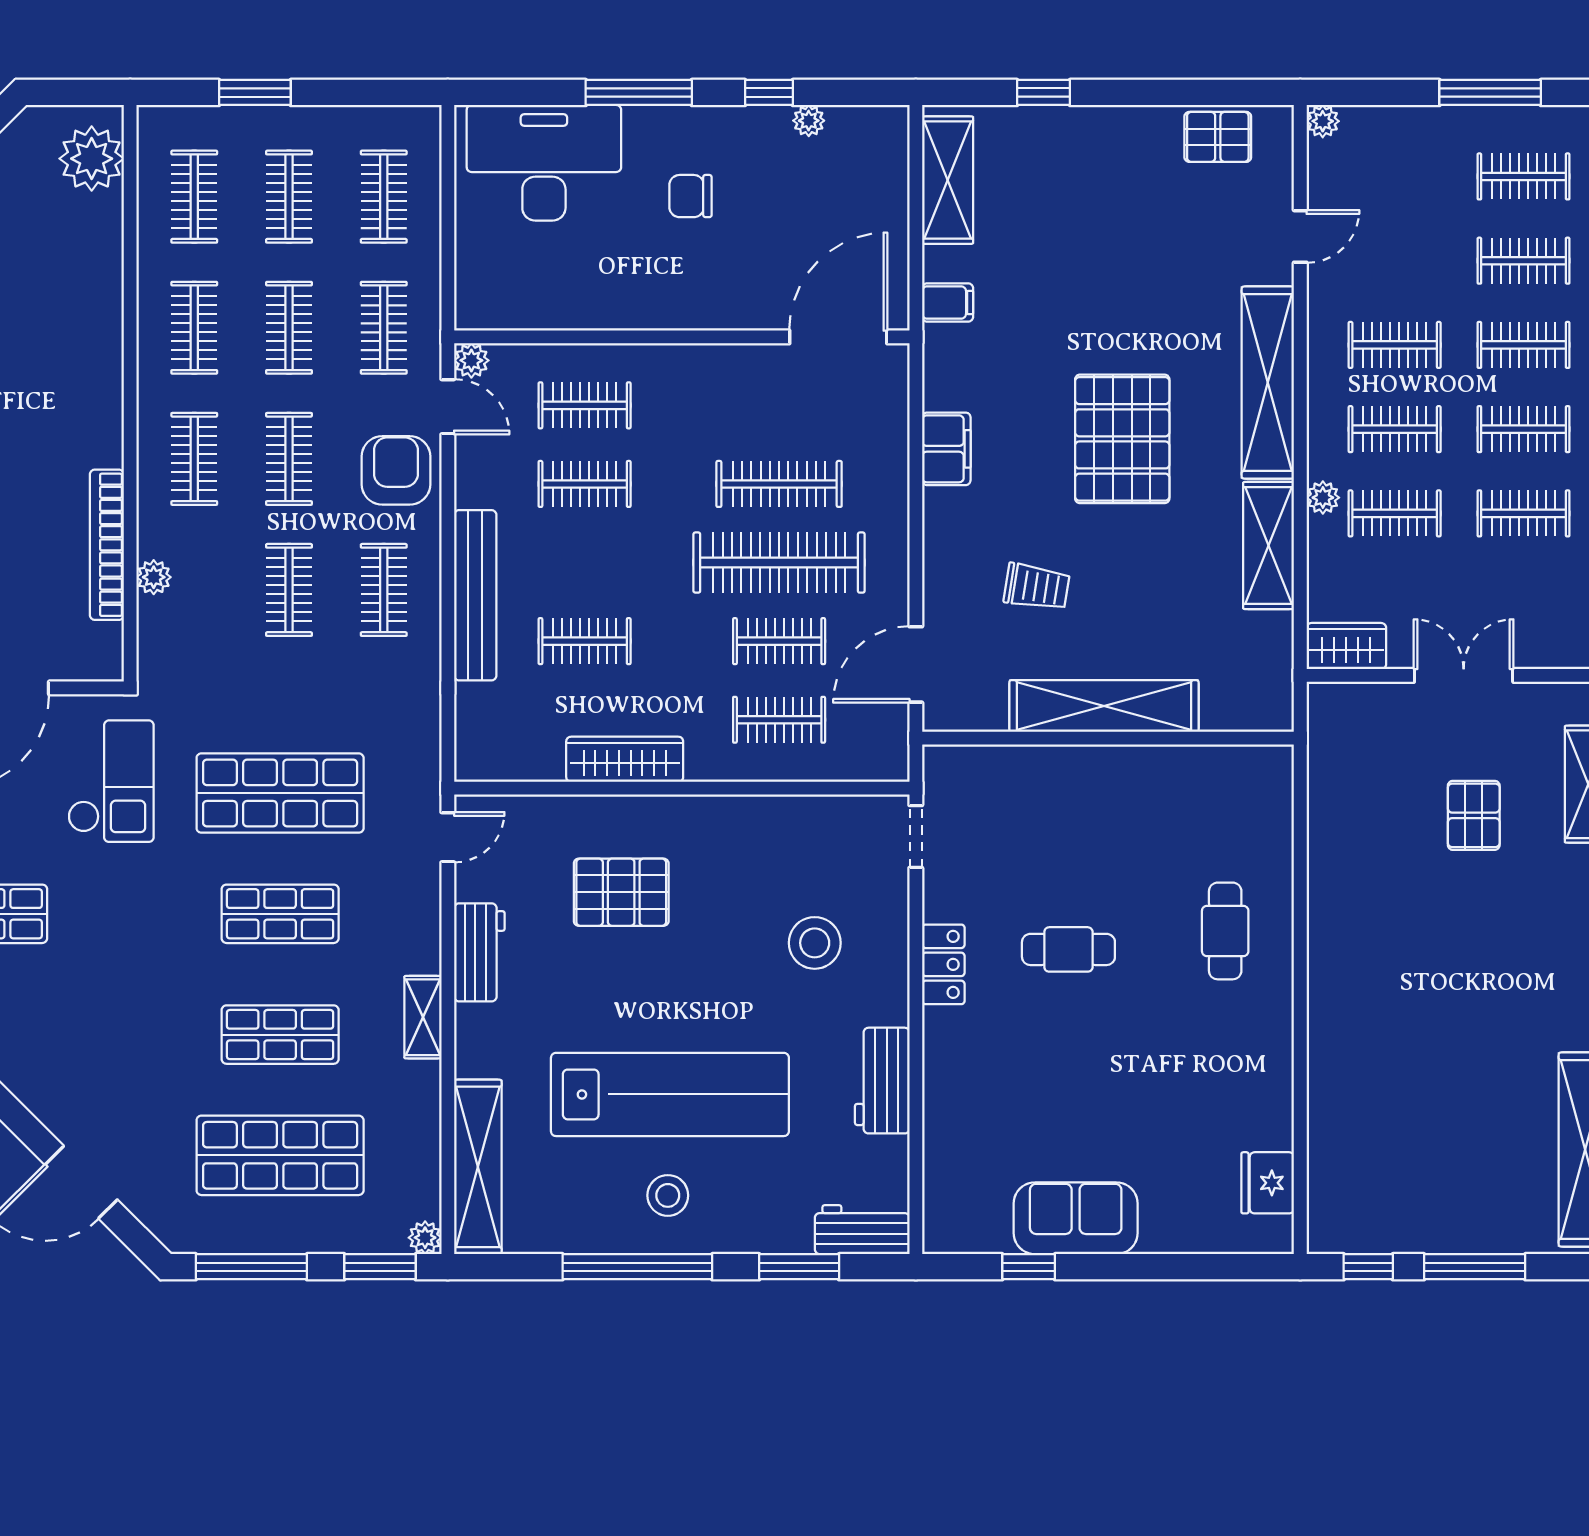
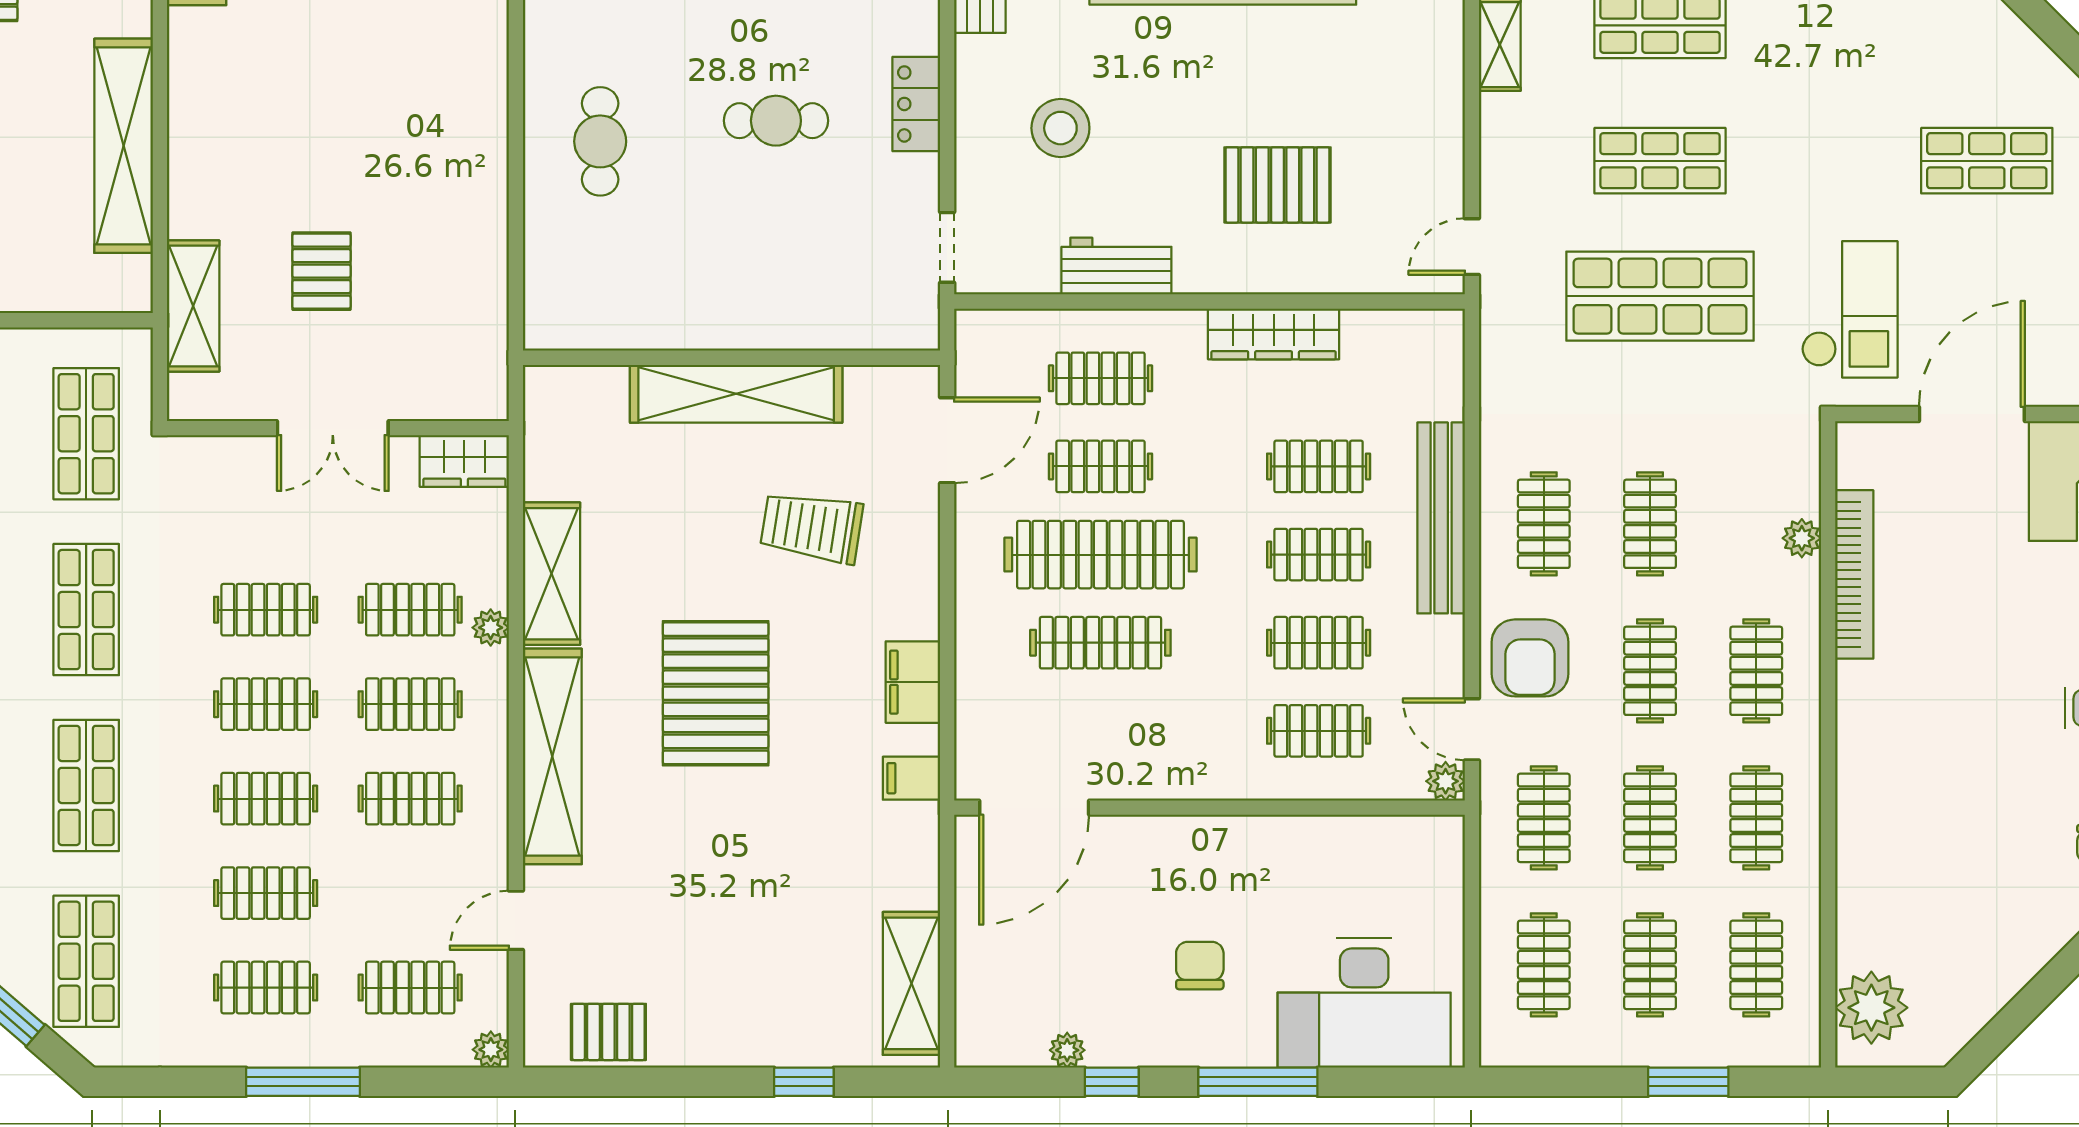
clothes rail: (1395, 176) -> (410, 988), added
chair: (690, 196) -> (1200, 966), turned -90
filing cabinet: (948, 302) -> (911, 778), moved
clothes rail: (585, 563) -> (1319, 555), added
trolley: (1037, 587) -> (812, 527), width x1.36, depth x1.39
checkout: (111, 781) -> (1850, 309), turned 180
workbench: (479, 952) -> (1116, 266), moved, turned 90

